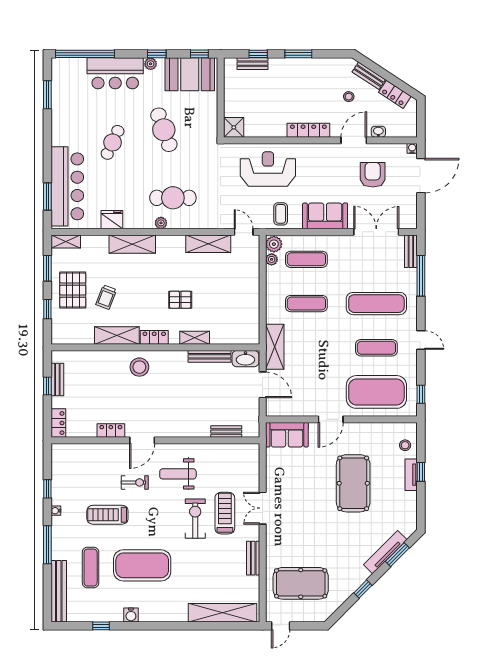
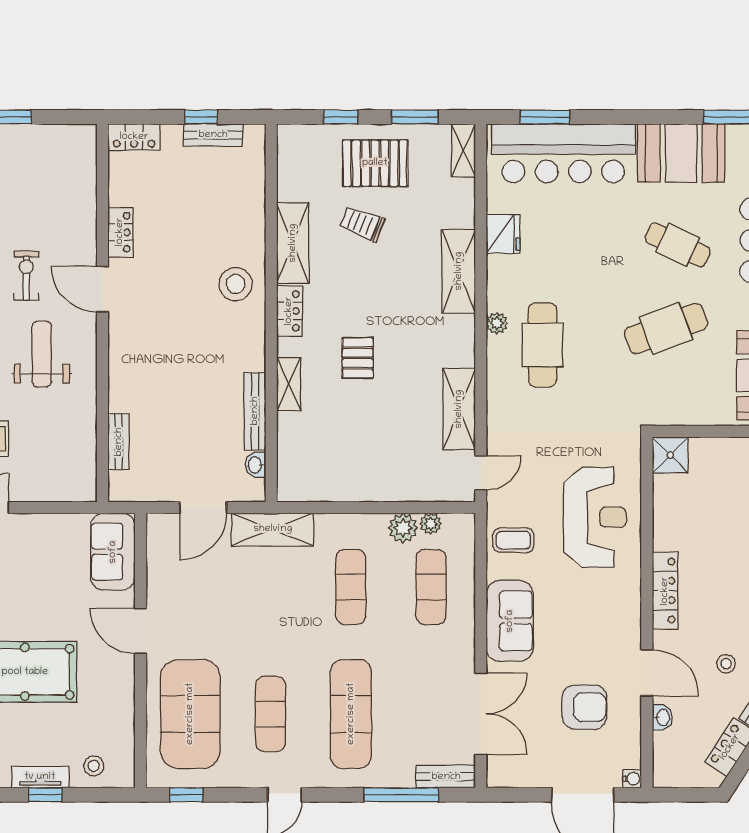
booth: (67, 121) -> (681, 153), added
cafe table: (113, 142) -> (678, 245), moved
plant: (274, 244) -> (403, 528), moved
washbasin: (245, 359) -> (255, 465), width x0.52, depth x0.69
exercise bike: (135, 482) -> (26, 276), turned 180

